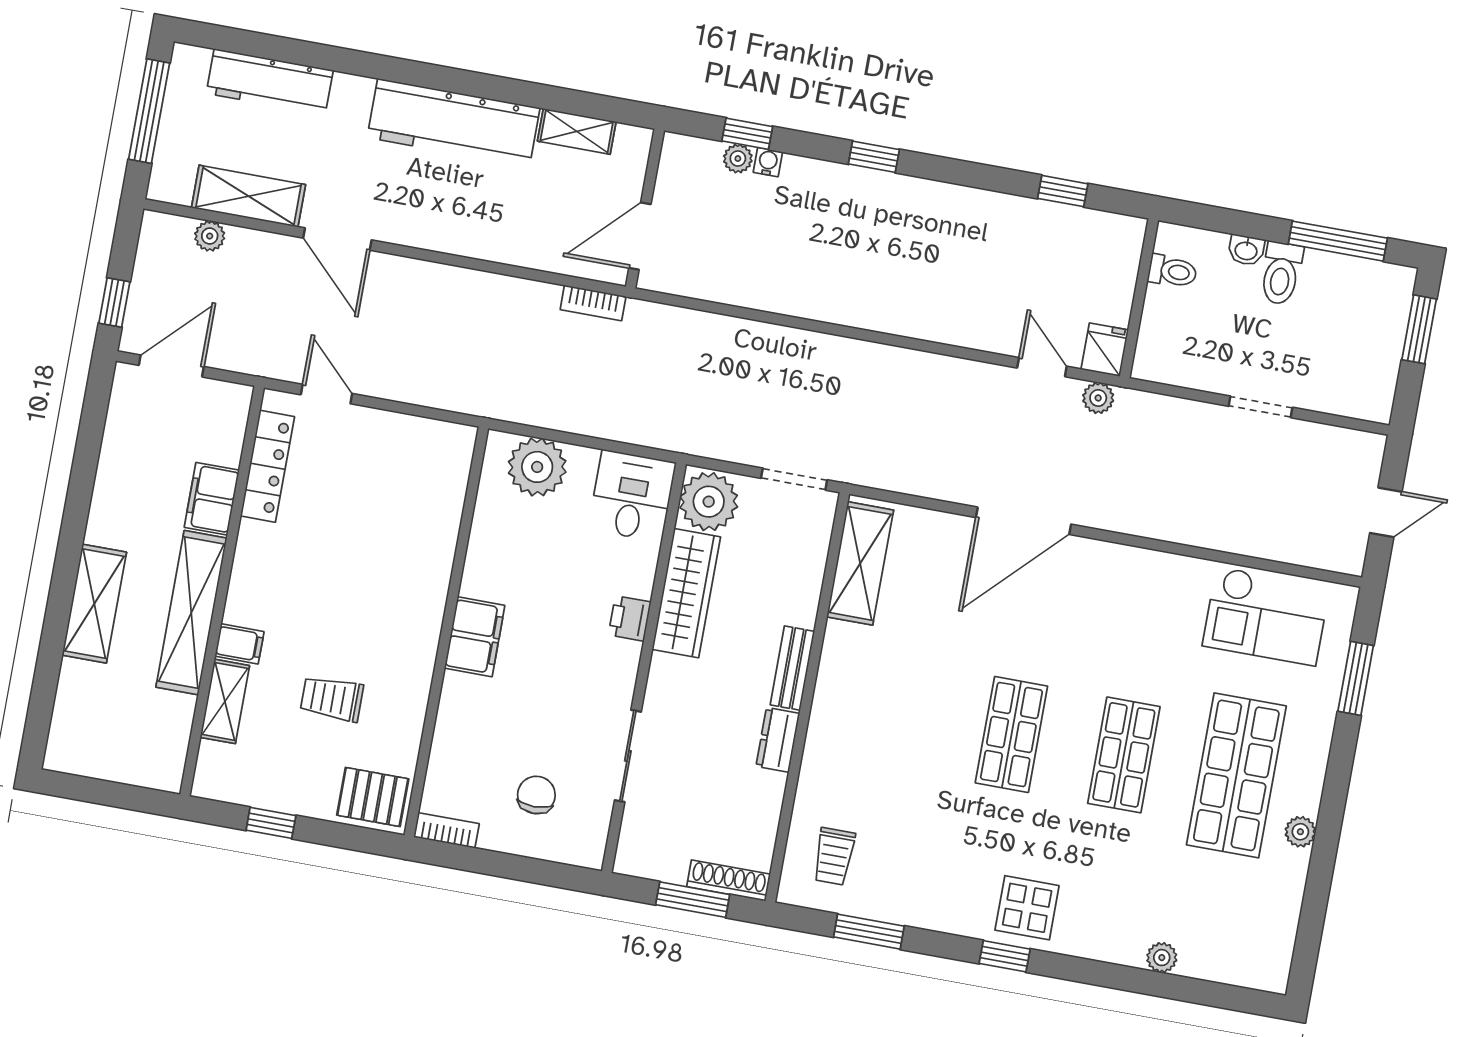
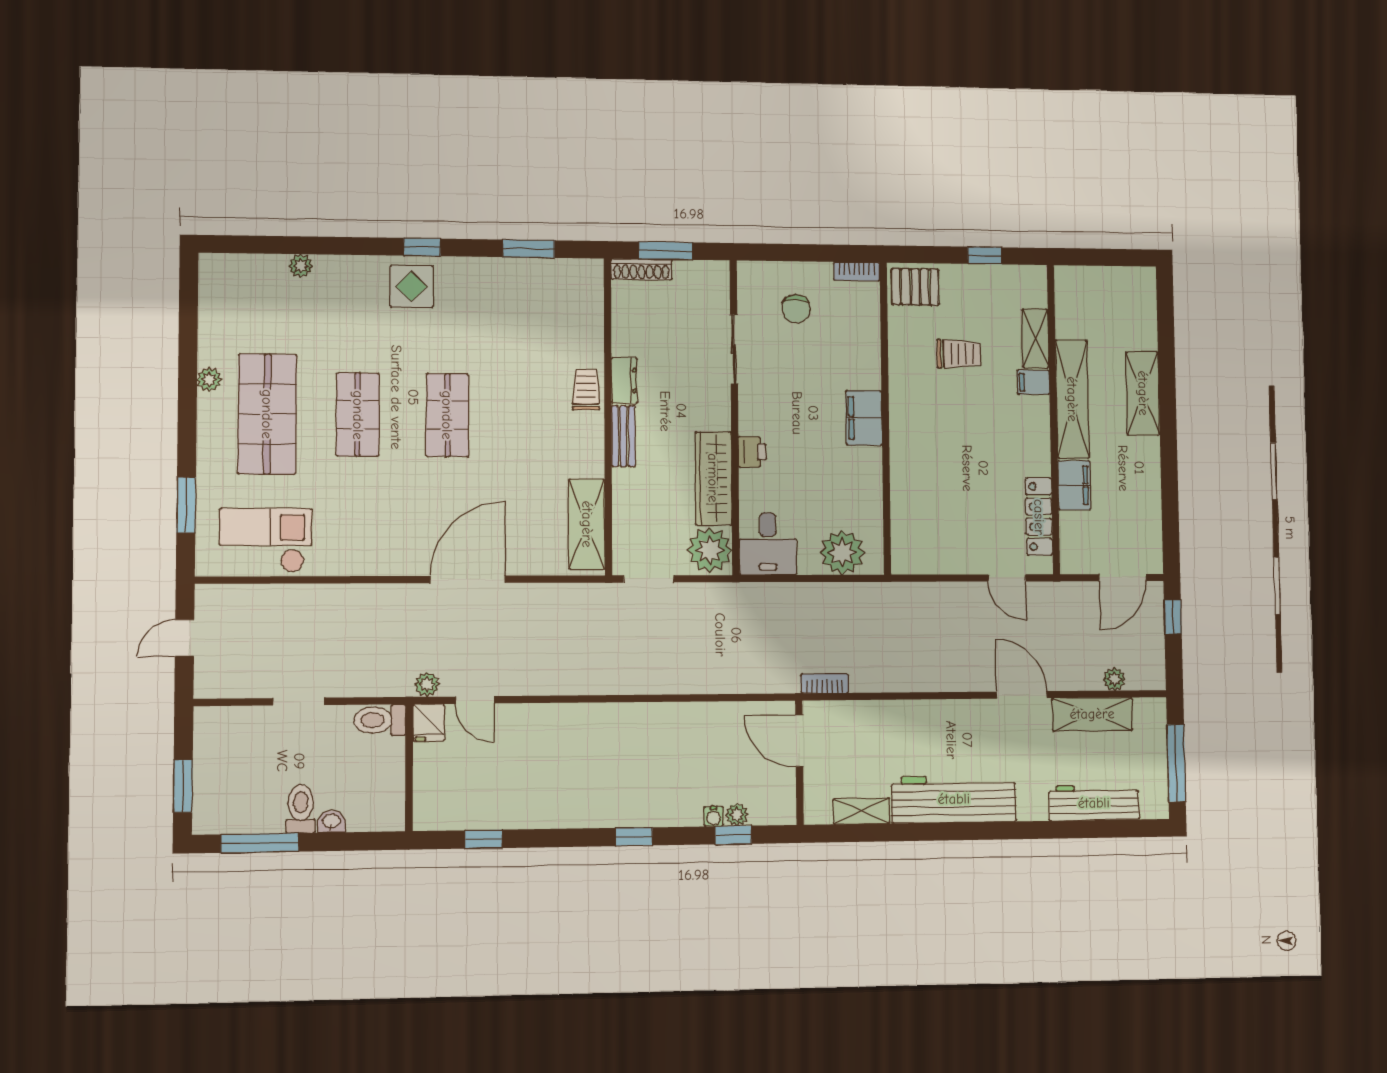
door: (640, 236) -> (799, 741), swing flipped
toilet: (1172, 271) -> (380, 720), moved, width x1.37, depth x1.39
trolley: (834, 856) -> (586, 390), moved

